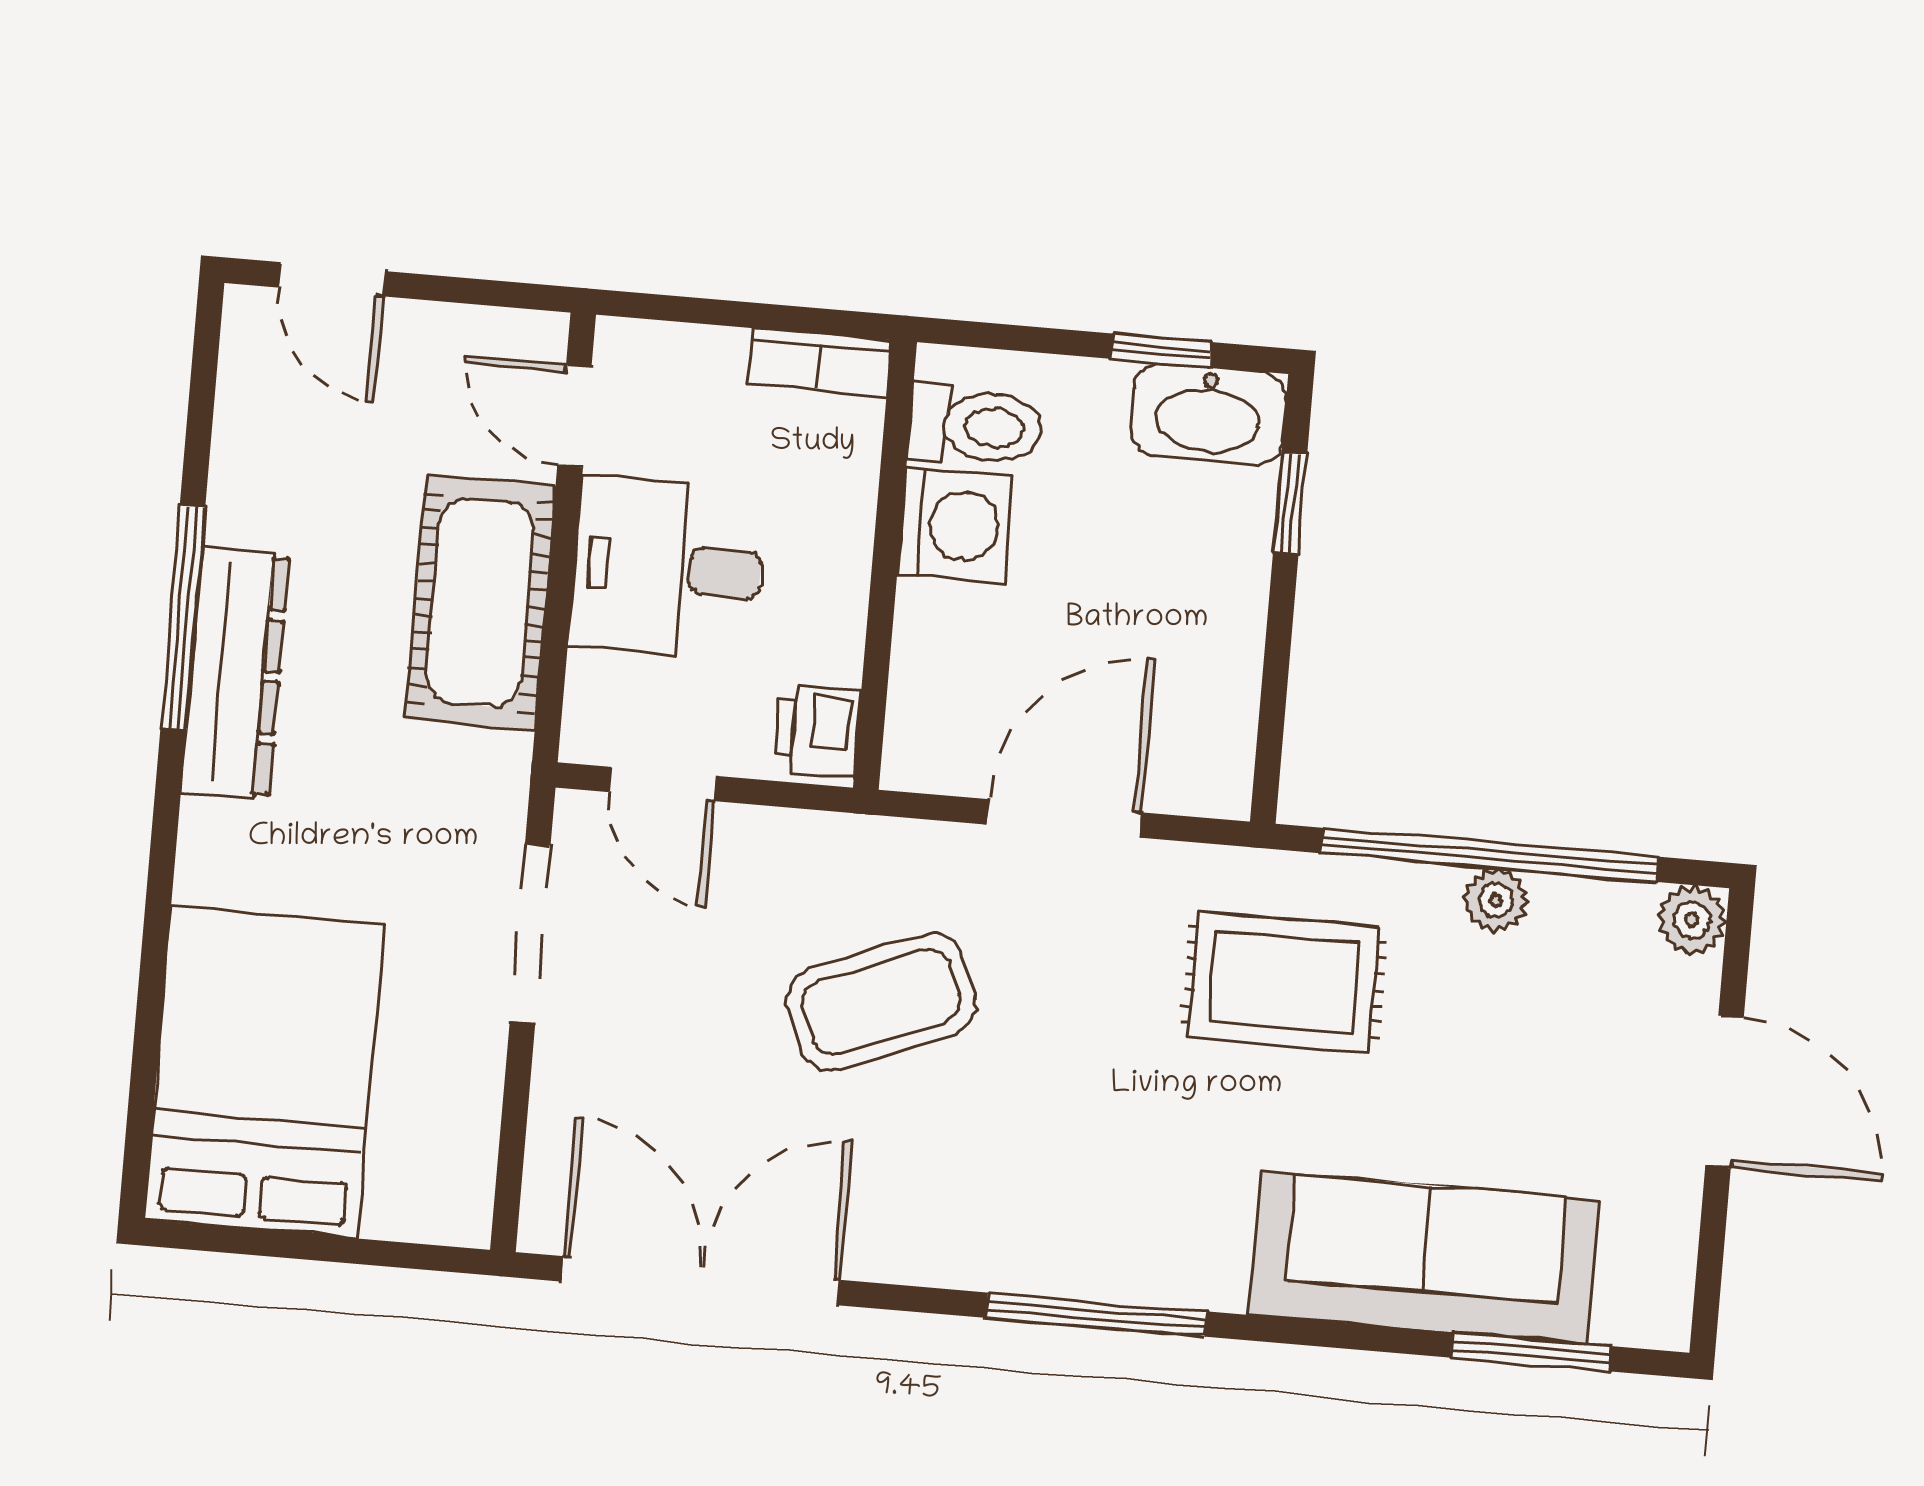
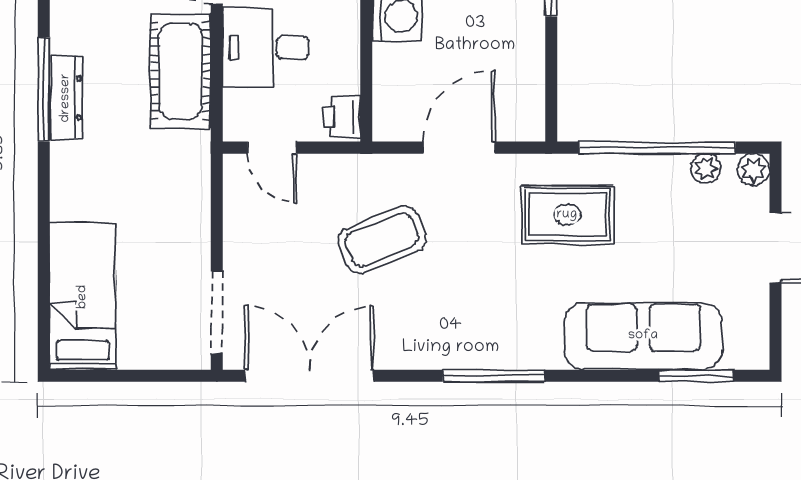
dresser: (235, 674) -> (66, 98), width x0.73, depth x0.80
plant: (1496, 900) -> (706, 168), moved
doorway: (530, 933) -> (217, 313), moved
bed: (264, 1072) -> (83, 297), width x0.67

